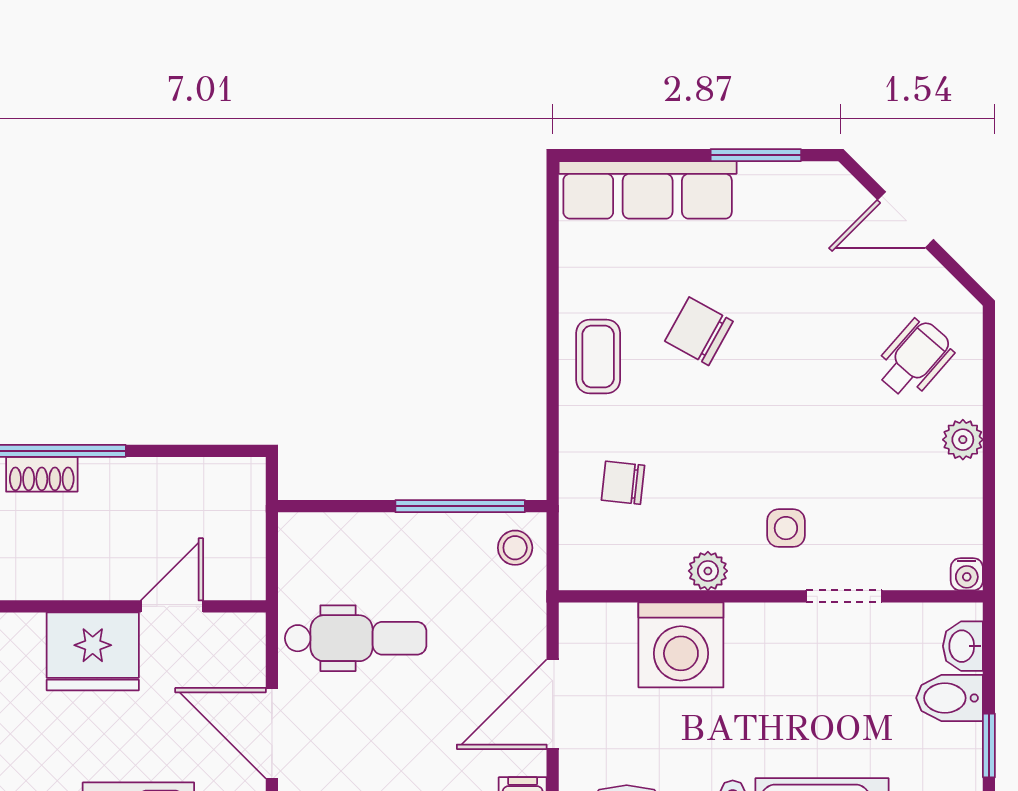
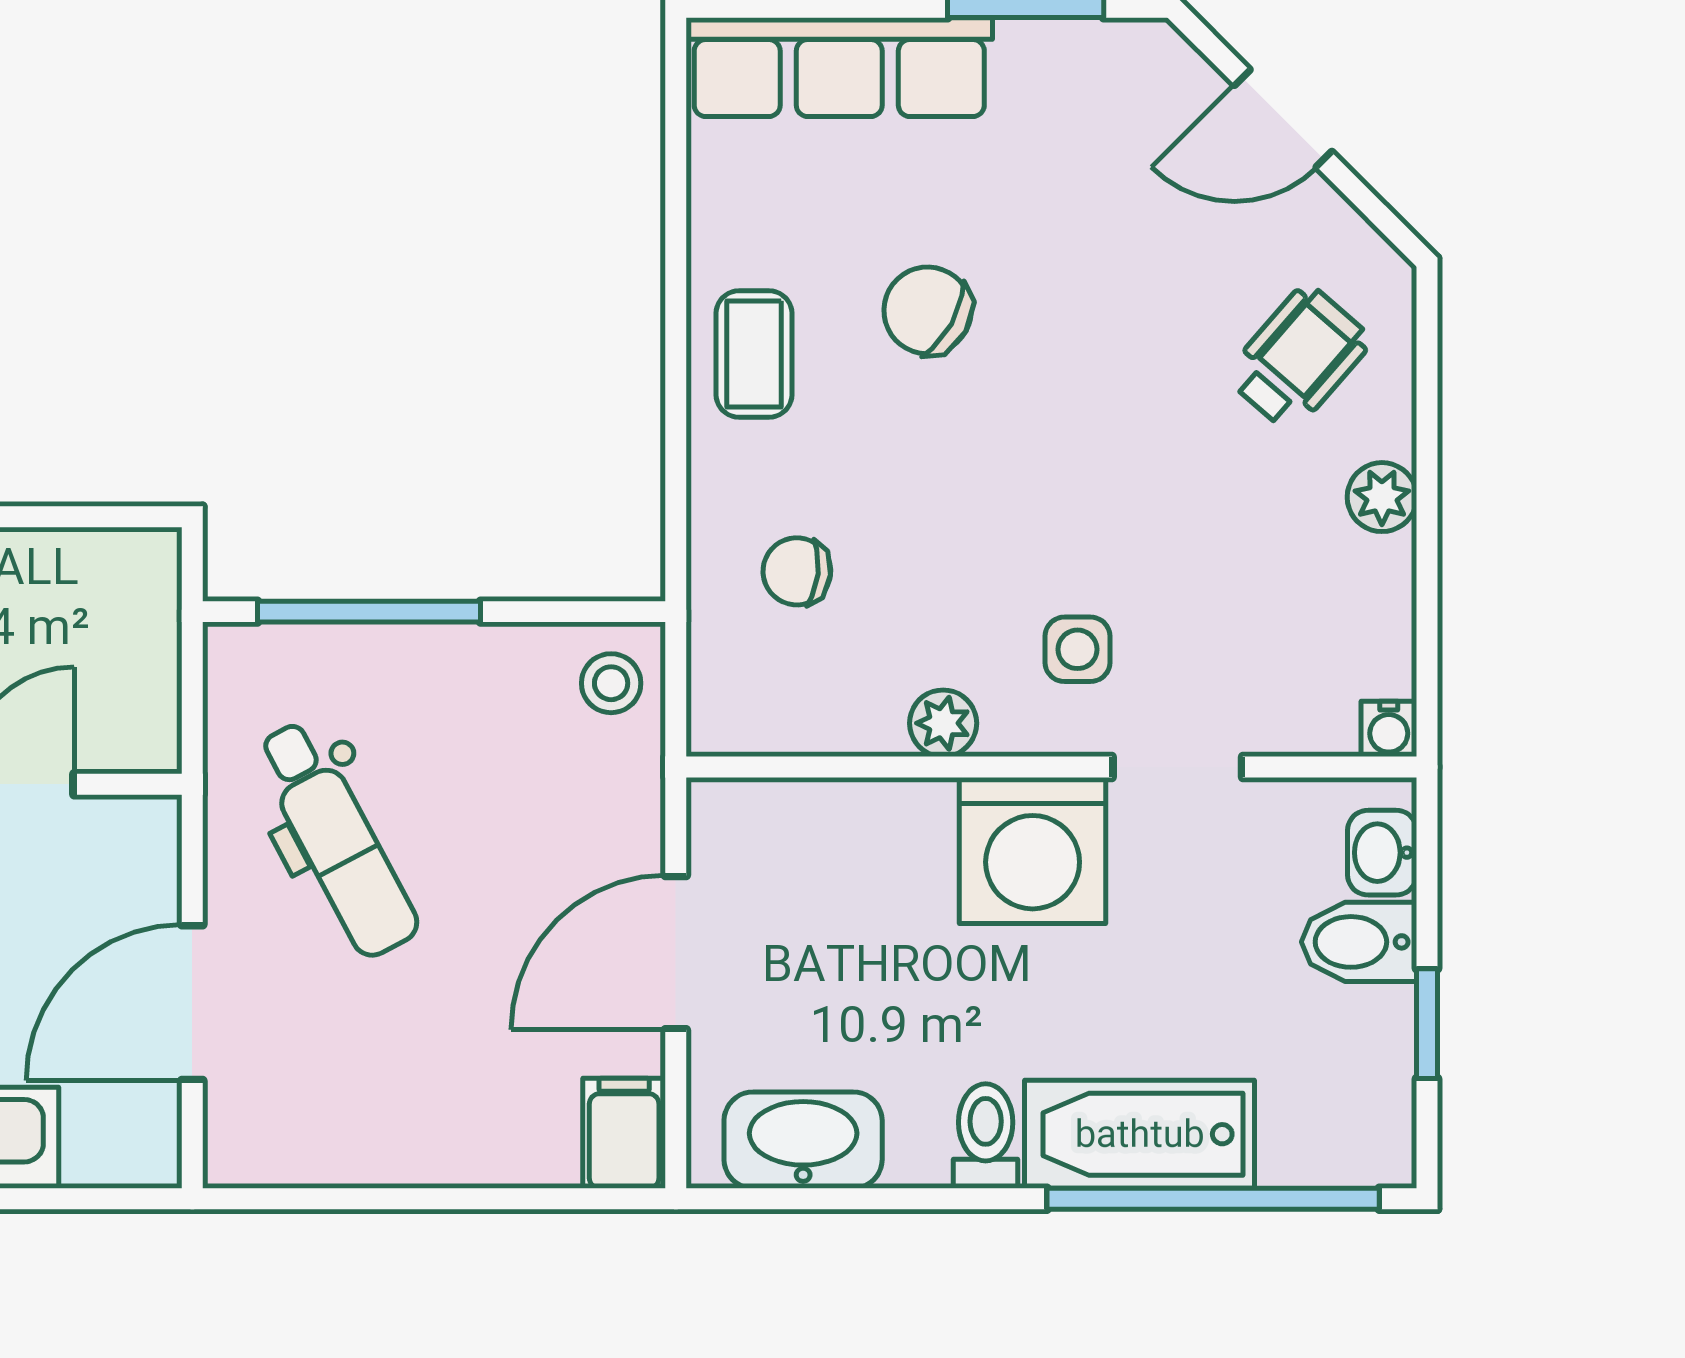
window: (460, 506) -> (369, 612), moved
dental chair: (356, 638) -> (337, 839), turned 62
washing machine: (681, 645) -> (1033, 851), moved
door: (272, 733) -> (192, 1003), hinge flipped

